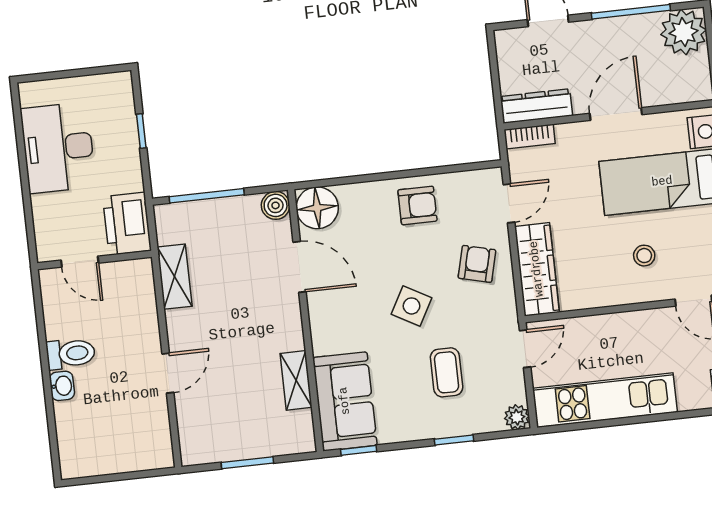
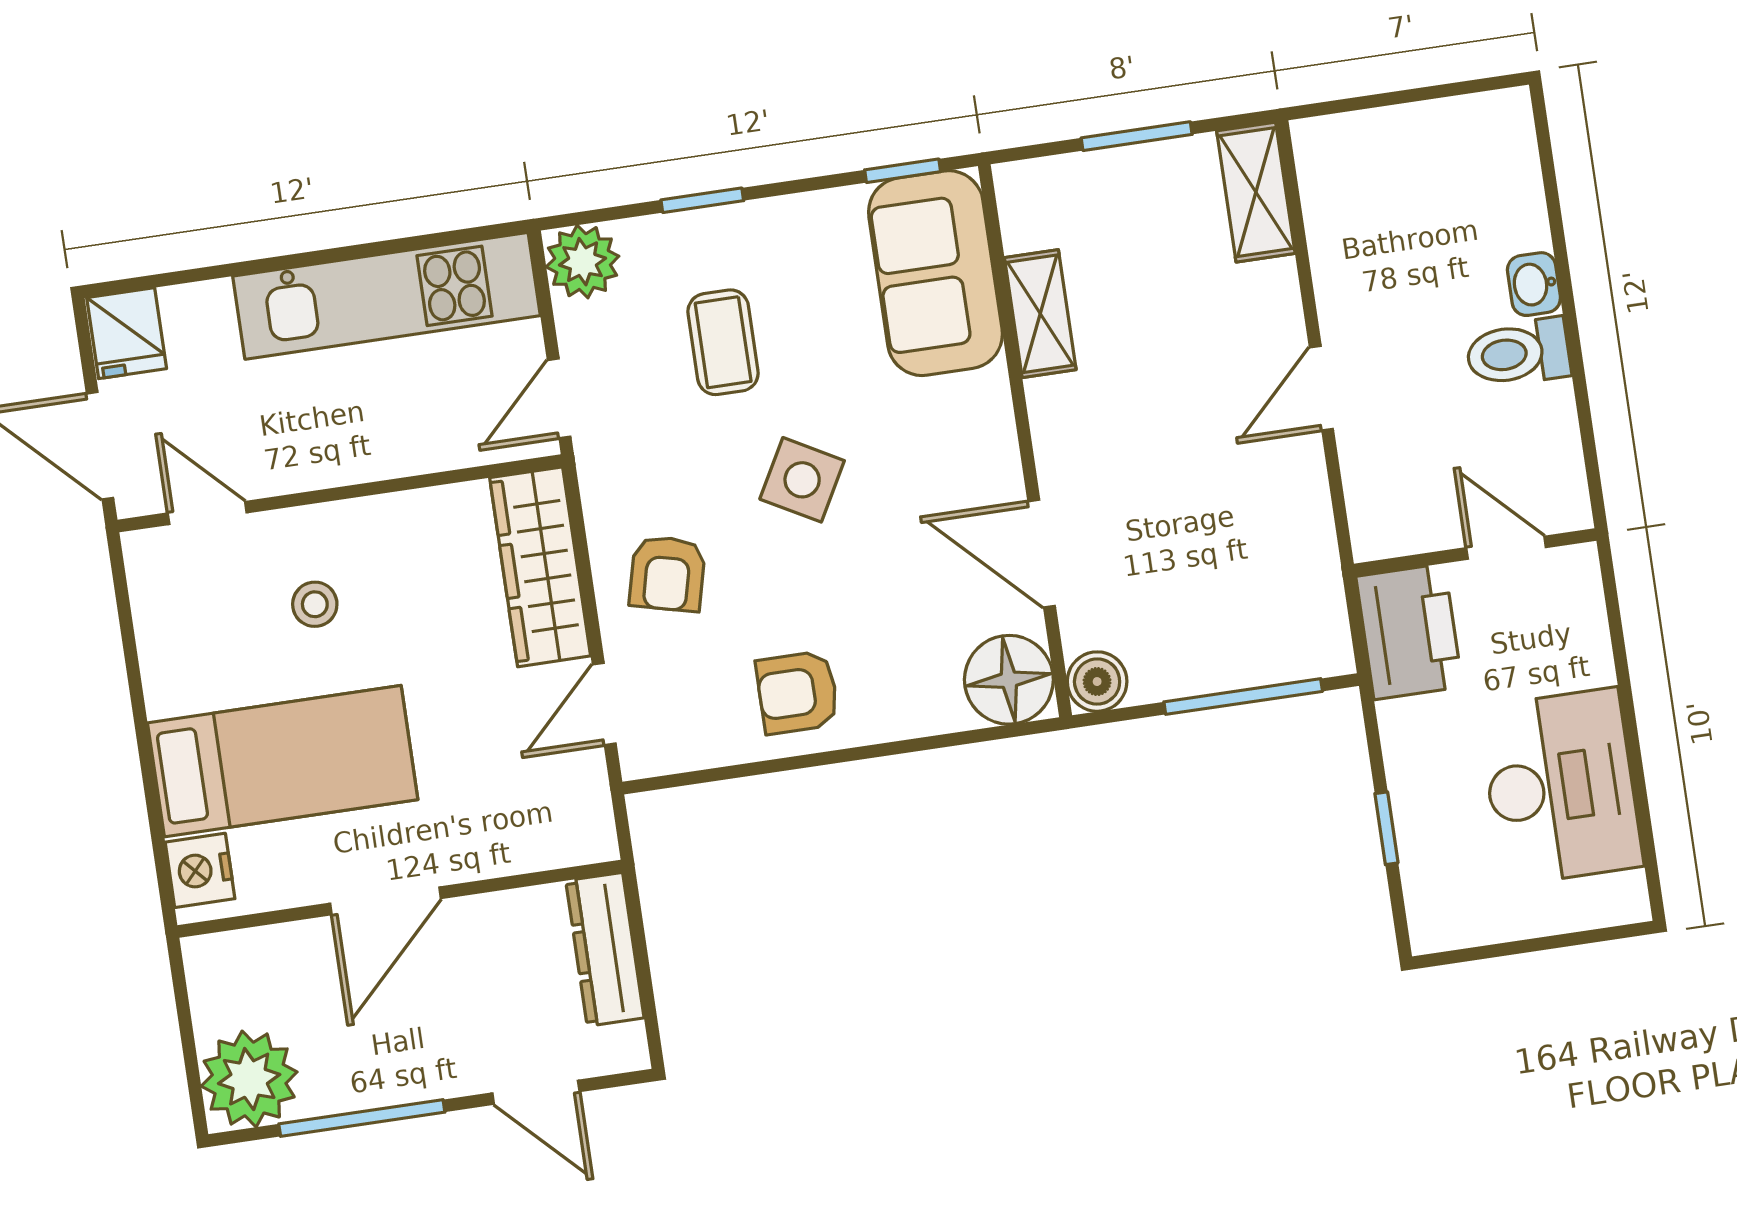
dresser: (536, 106) -> (605, 949), moved, turned 90
bookcase: (530, 137) -> (566, 847), removed
shelving: (175, 277) -> (1256, 192), moved
door: (168, 373) -> (1321, 388), moved
plant: (517, 417) -> (583, 262), width x1.38, depth x1.38

